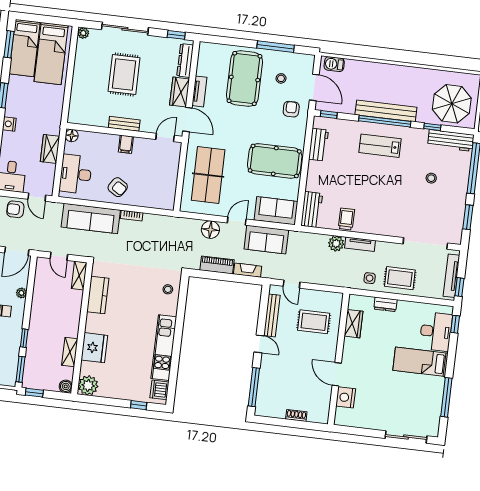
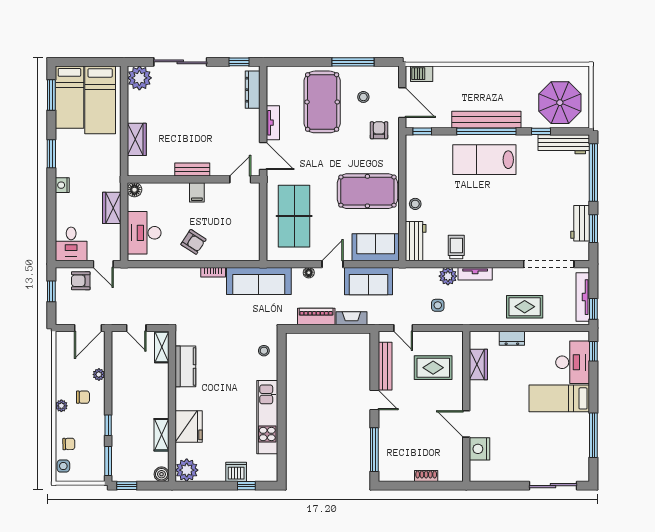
plant: (83, 33) -> (139, 78), width x1.88, depth x1.88
rug: (124, 74) -> (185, 114), removed
wardrobe: (180, 92) -> (137, 139), moved, turned 180
workbench: (319, 145) -> (580, 223), moved, turned 180
lab bench: (380, 146) -> (484, 160), width x1.36, depth x1.39
stool: (431, 178) -> (415, 204), moved
sofa: (91, 218) -> (259, 281), moved
floor lamp: (210, 230) -> (309, 273), width x0.53, depth x0.53
side table: (370, 278) -> (438, 305), moved
dishwasher: (159, 390) -> (236, 472), moved, turned 90

